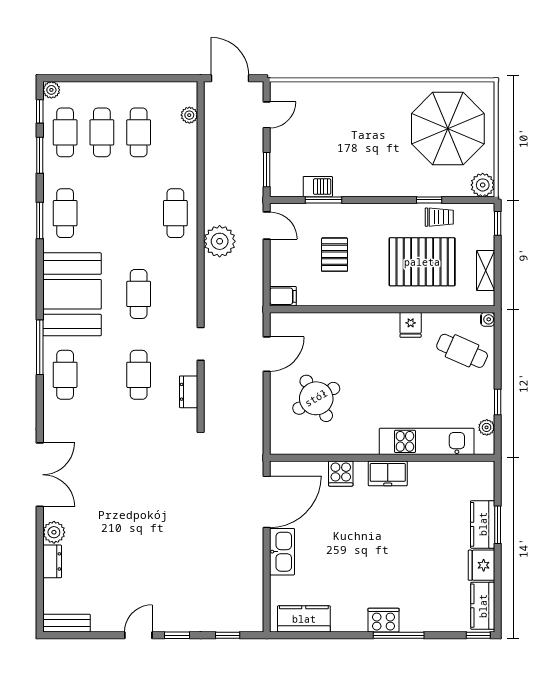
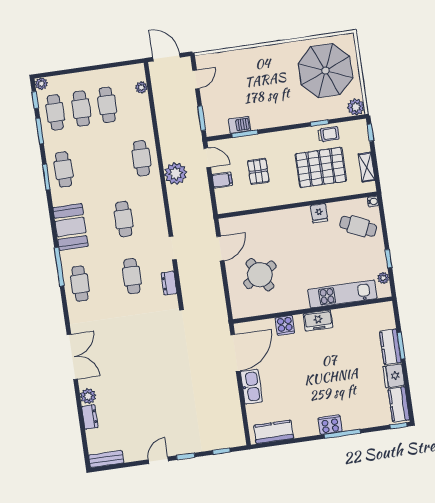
booth: (72, 294) -> (71, 227), width x0.73, depth x0.70
filing cabinet: (283, 296) -> (222, 180), moved

